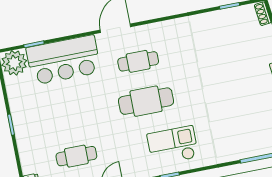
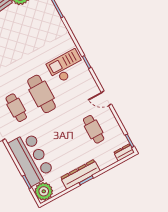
dresser: (22, 119) -> (80, 174), added
checkout: (173, 146) -> (66, 66), turned 90

